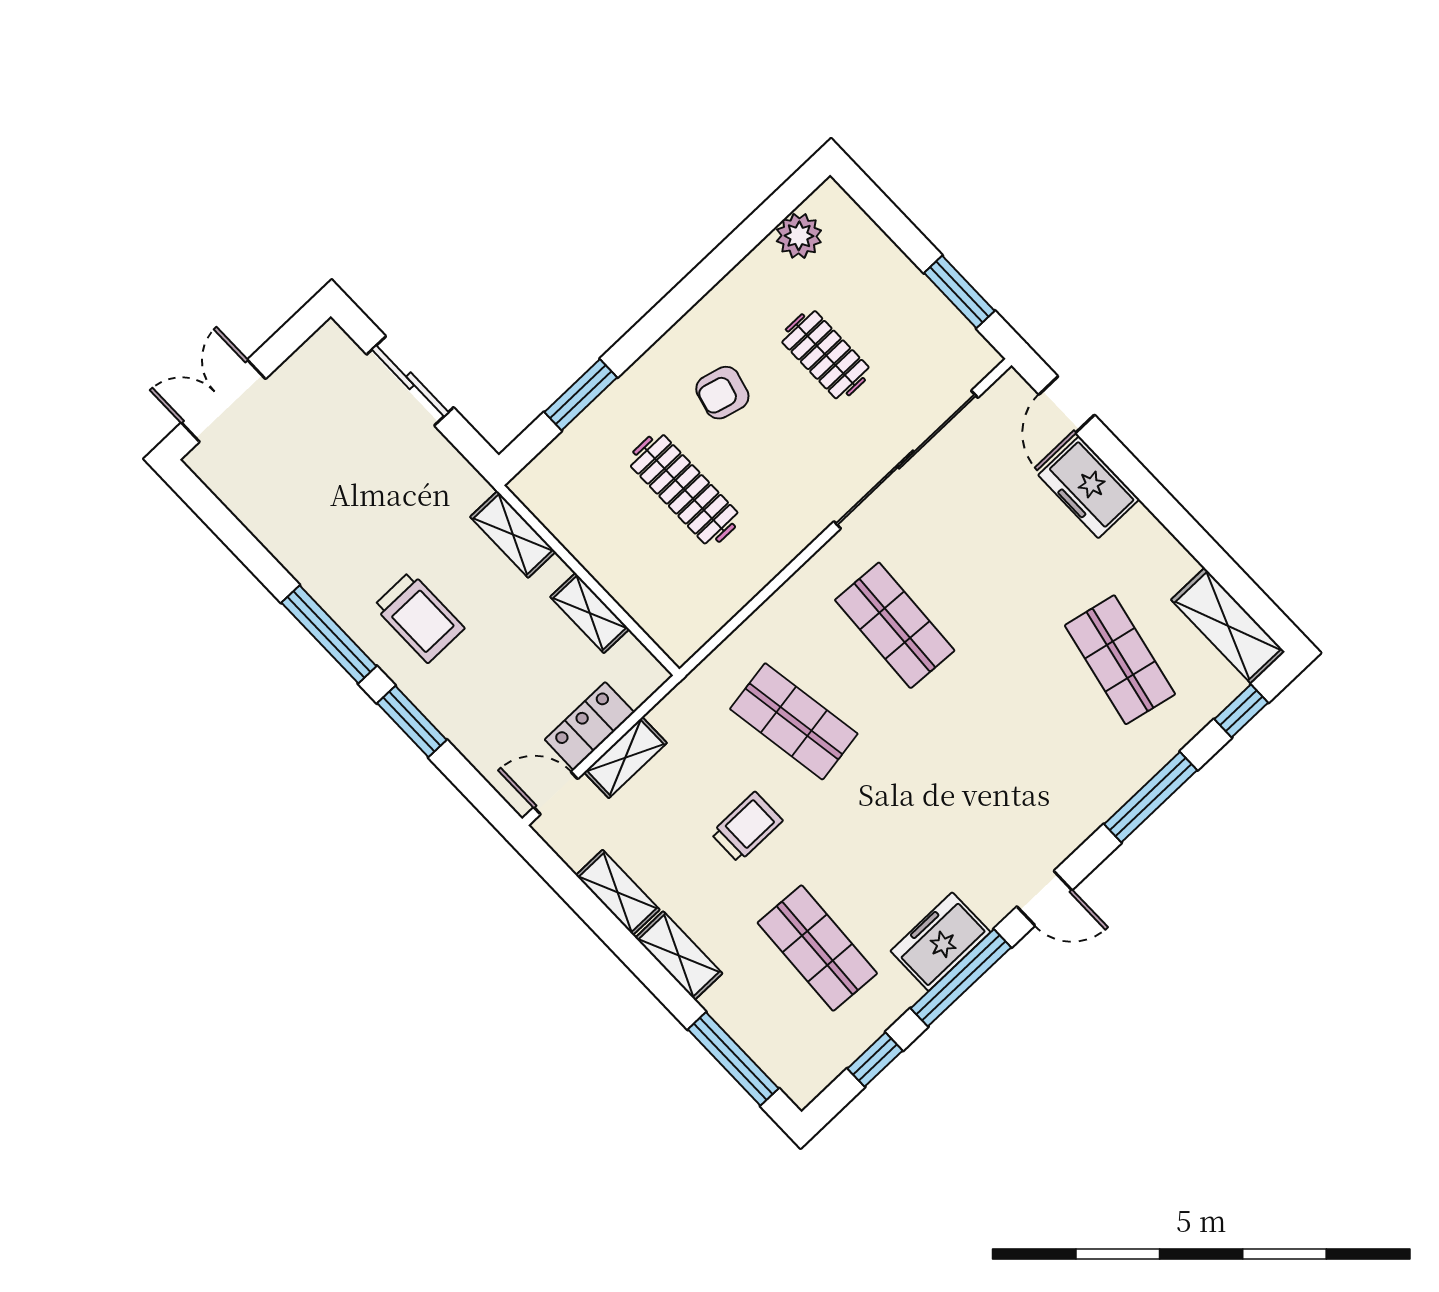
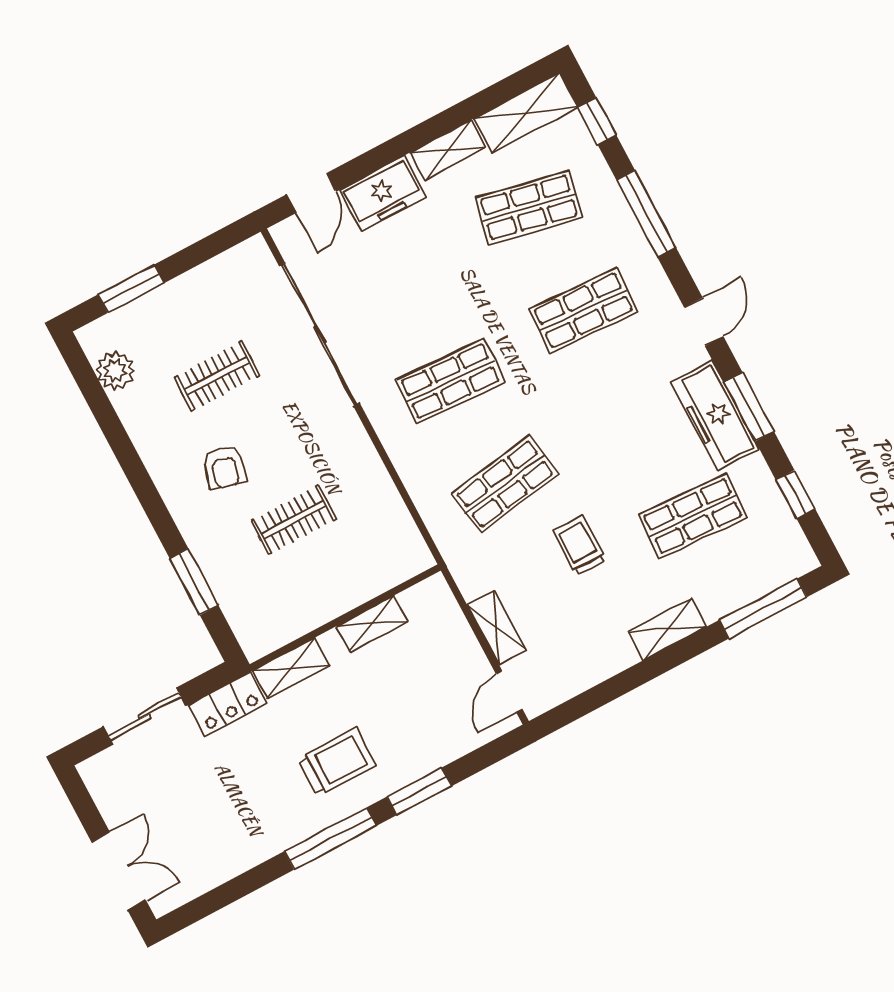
window: (959, 292) -> (131, 289), moved
double door: (223, 401) -> (119, 871), swing flipped
door: (1067, 405) -> (311, 193), hinge flipped
clothes rail: (684, 489) -> (293, 520), width x0.73
locker: (589, 726) -> (228, 704), moved, turned -90
shop shelf: (1019, 756) -> (583, 310), added
shelving: (618, 892) -> (448, 150), moved
freezer: (940, 942) -> (715, 415), width x1.40
window: (961, 978) -> (749, 407), width x0.69

